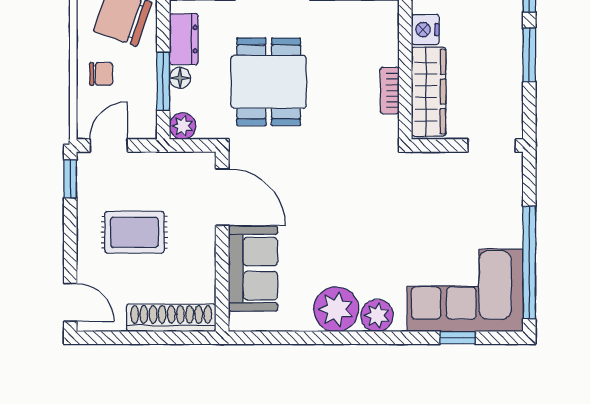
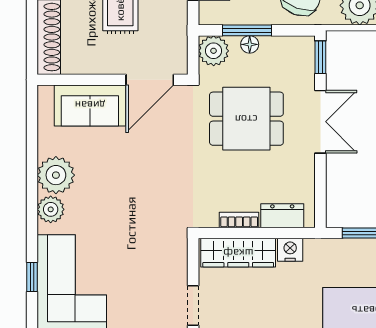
dresser: (184, 39) -> (282, 216), moved, turned 180
plant: (183, 126) -> (214, 51), width x1.38, depth x1.38

